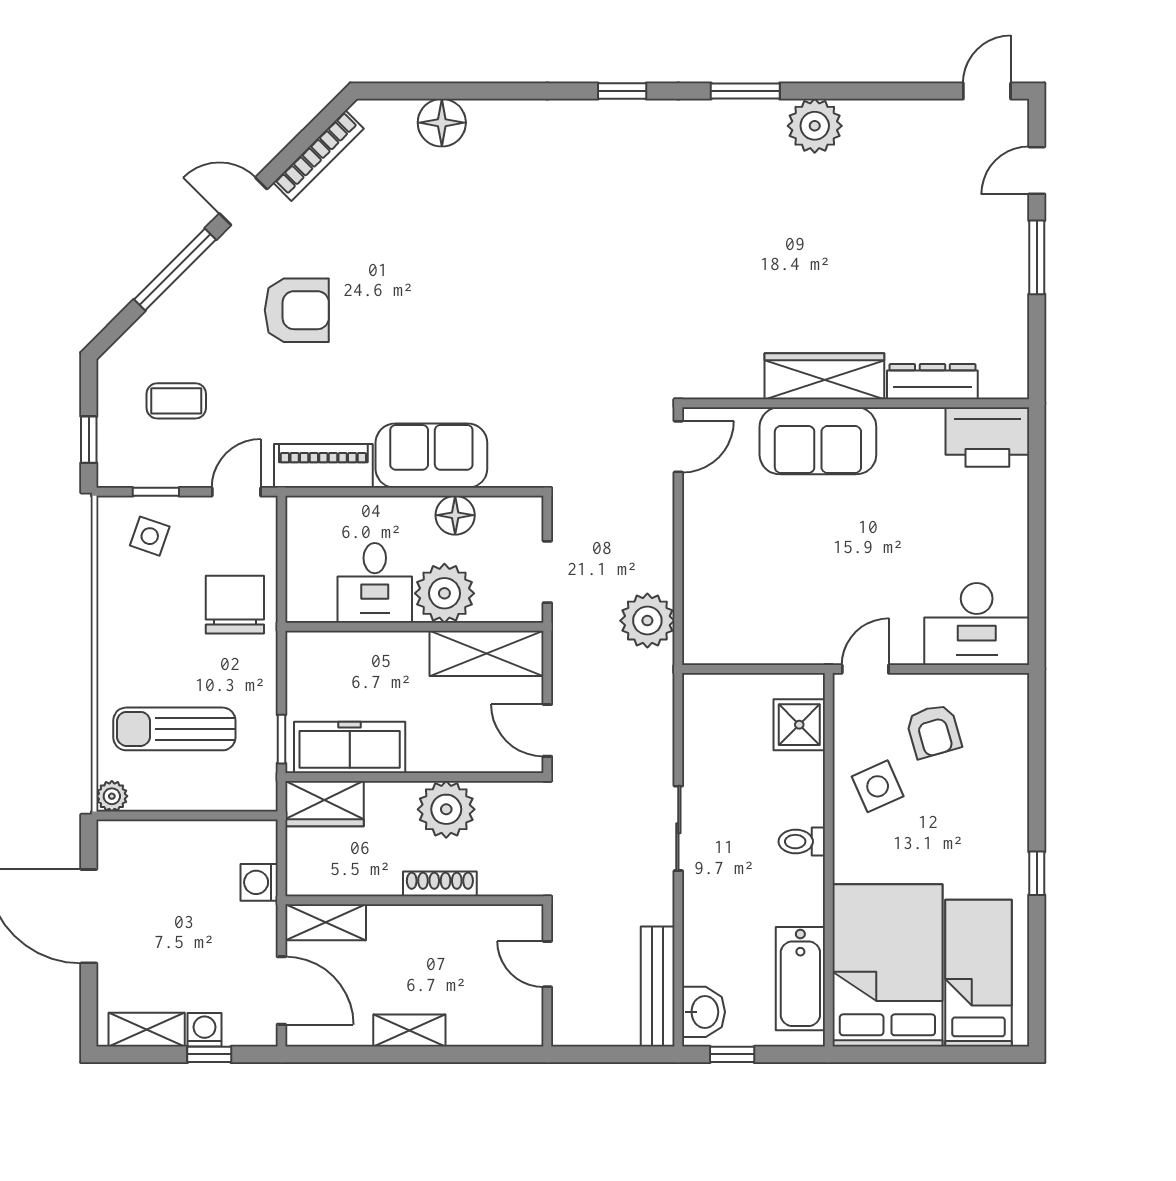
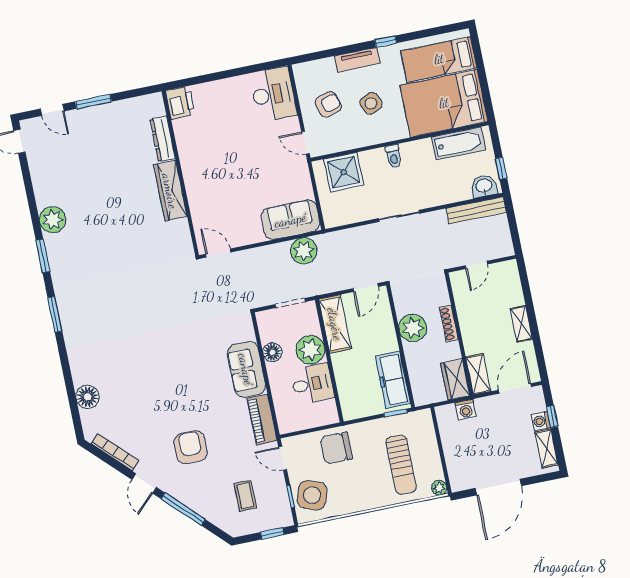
window: (622, 91) -> (55, 314), width x1.50
printer: (987, 437) -> (180, 103), width x0.73, depth x0.84
sofa: (818, 441) -> (290, 220), moved, turned -90
side table: (150, 536) -> (312, 495), width x1.87, depth x1.87
shower: (799, 725) -> (344, 172), width x1.36, depth x1.36
side table: (878, 786) -> (371, 103), moved
wardrobe: (325, 804) -> (455, 379), moved, turned 180
tv unit: (1012, 808) -> (357, 60), added

